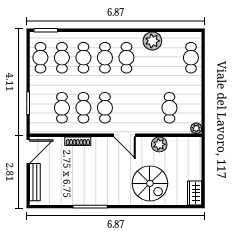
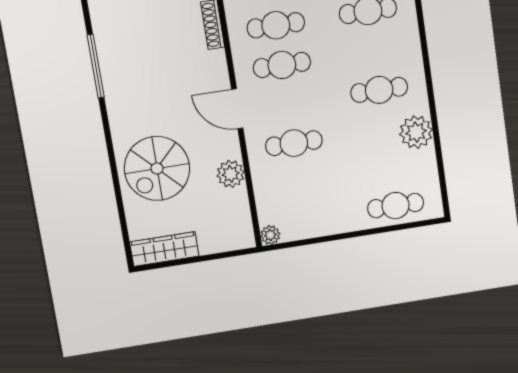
cafe table: (105, 58) -> (374, 51), removed
cafe table: (169, 108) -> (294, 143), moved
door: (125, 135) -> (237, 109), hinge flipped
wardrobe: (195, 193) -> (164, 249), width x1.50

